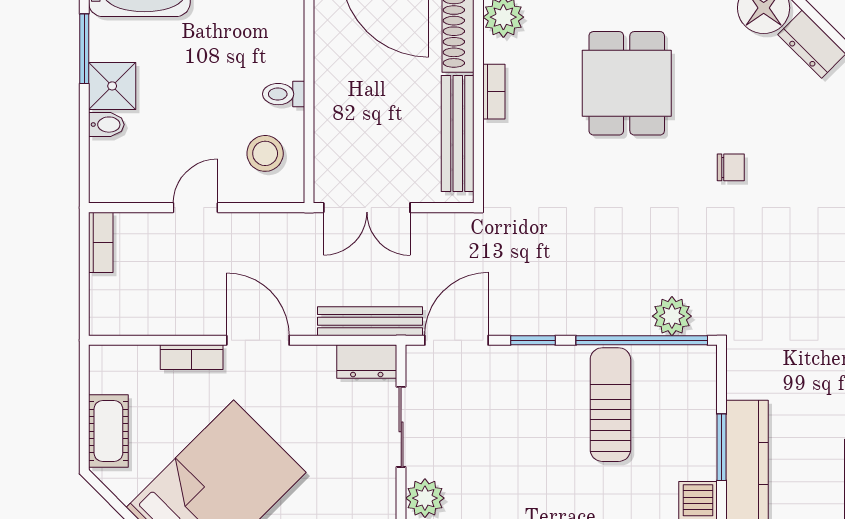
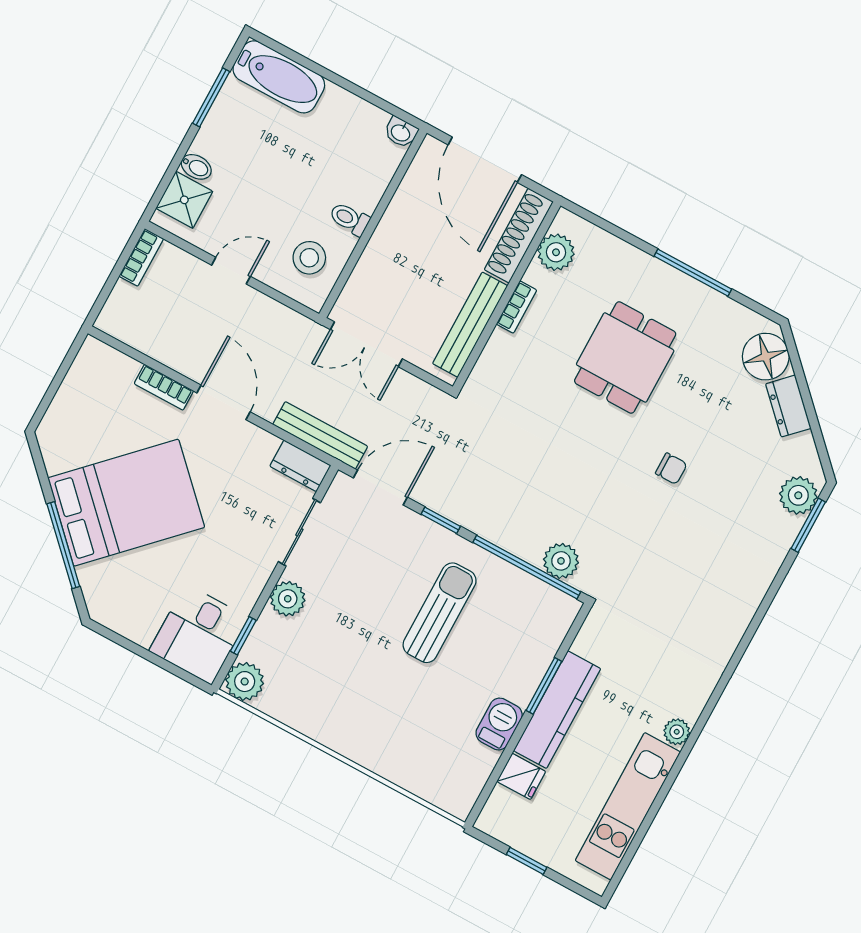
shower: (112, 86) -> (184, 200), moved
sun lounger: (610, 405) -> (440, 613), moved
cot: (108, 431) -> (66, 410), removed

